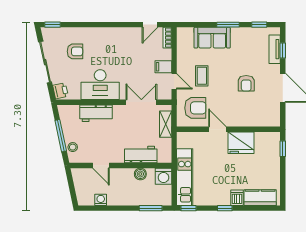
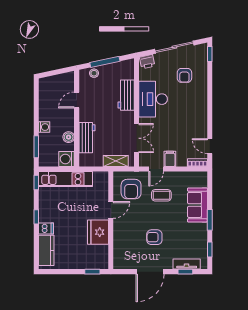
washing machine: (101, 200) -> (44, 127), moved

